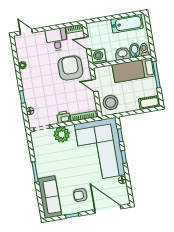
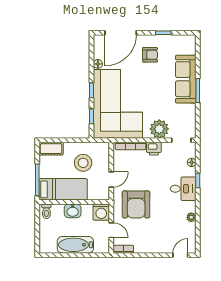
bathtub: (127, 24) -> (75, 245), moved
door: (26, 32) -> (180, 255), swing flipped
desk: (57, 39) -> (183, 189), moved, turned -90
bidet: (135, 50) -> (58, 212), removed
door: (95, 85) -> (111, 179), hinge flipped
stool: (110, 102) -> (83, 163), moved
sofa: (50, 197) -> (186, 79), moved
door: (108, 209) -> (121, 33), hinge flipped

